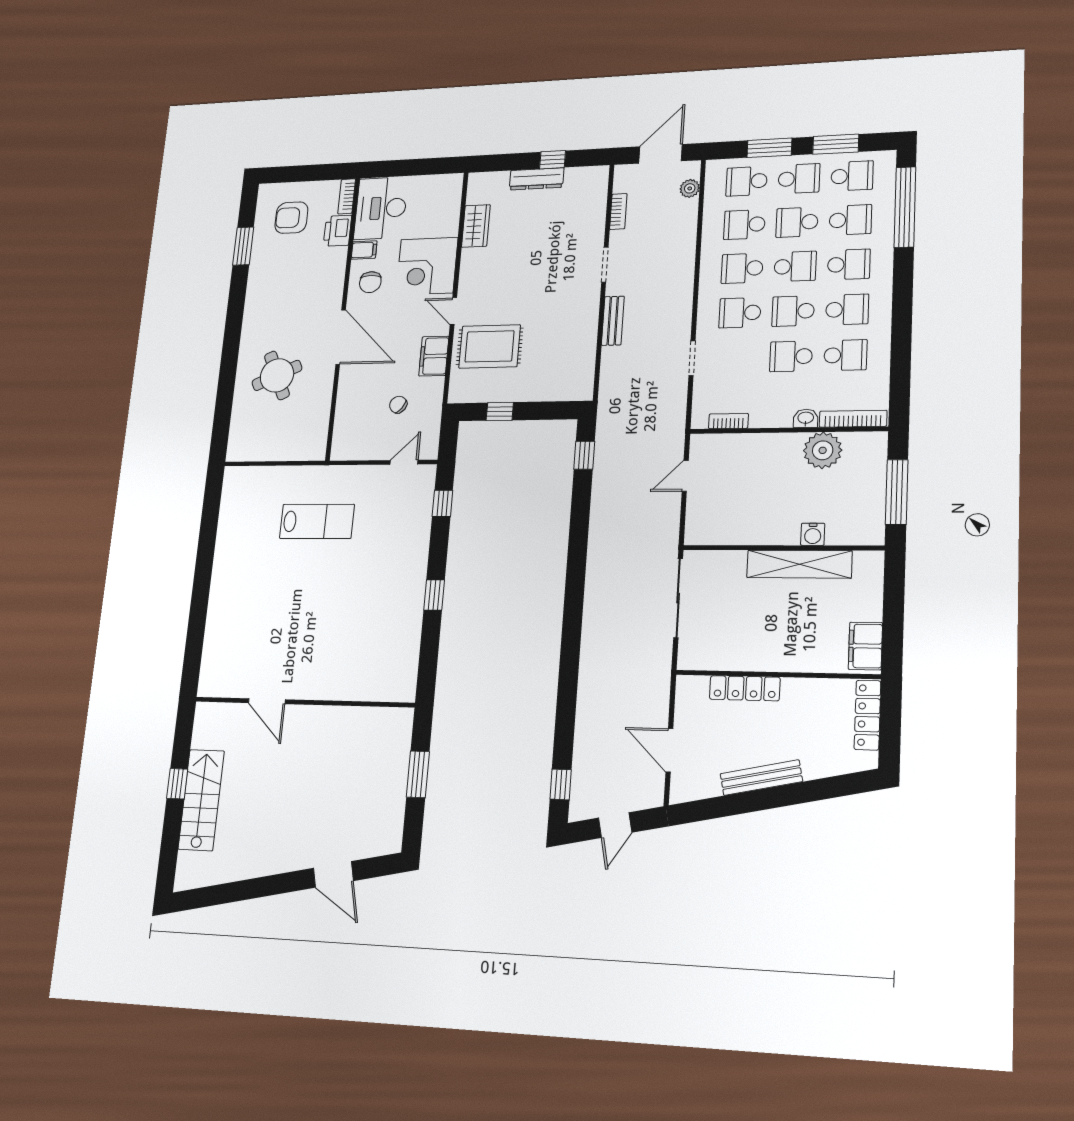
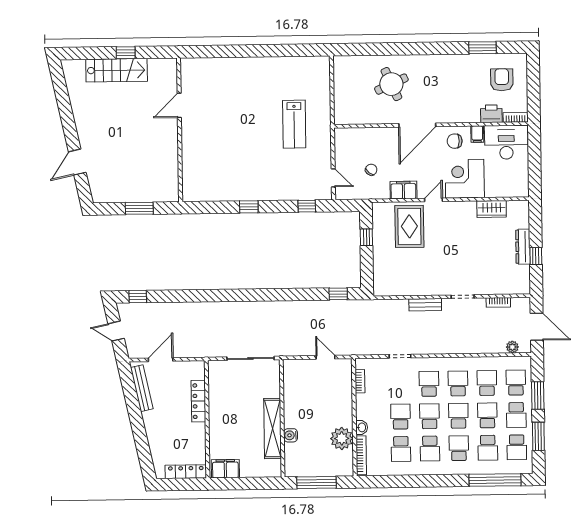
school desk: (849, 264) -> (459, 448), turned 180
school desk: (795, 266) -> (458, 416), turned 180
bench: (761, 778) -> (142, 388), moved

